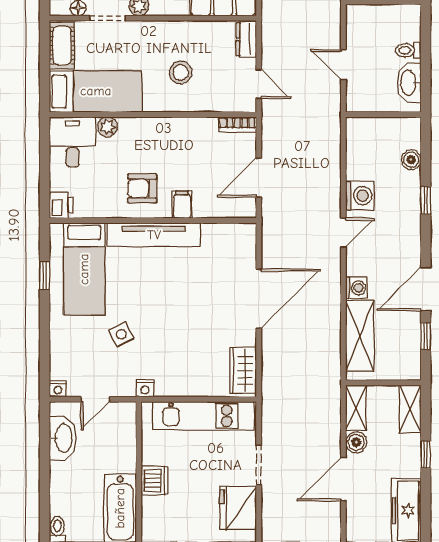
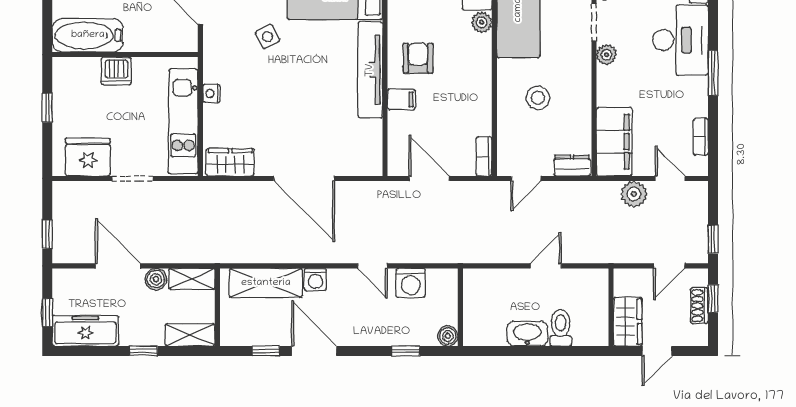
toilet: (408, 50) -> (561, 328), width x1.37, depth x1.39
wall: (383, 115) -> (460, 307), moved
nightstand: (145, 388) -> (211, 93), moved

